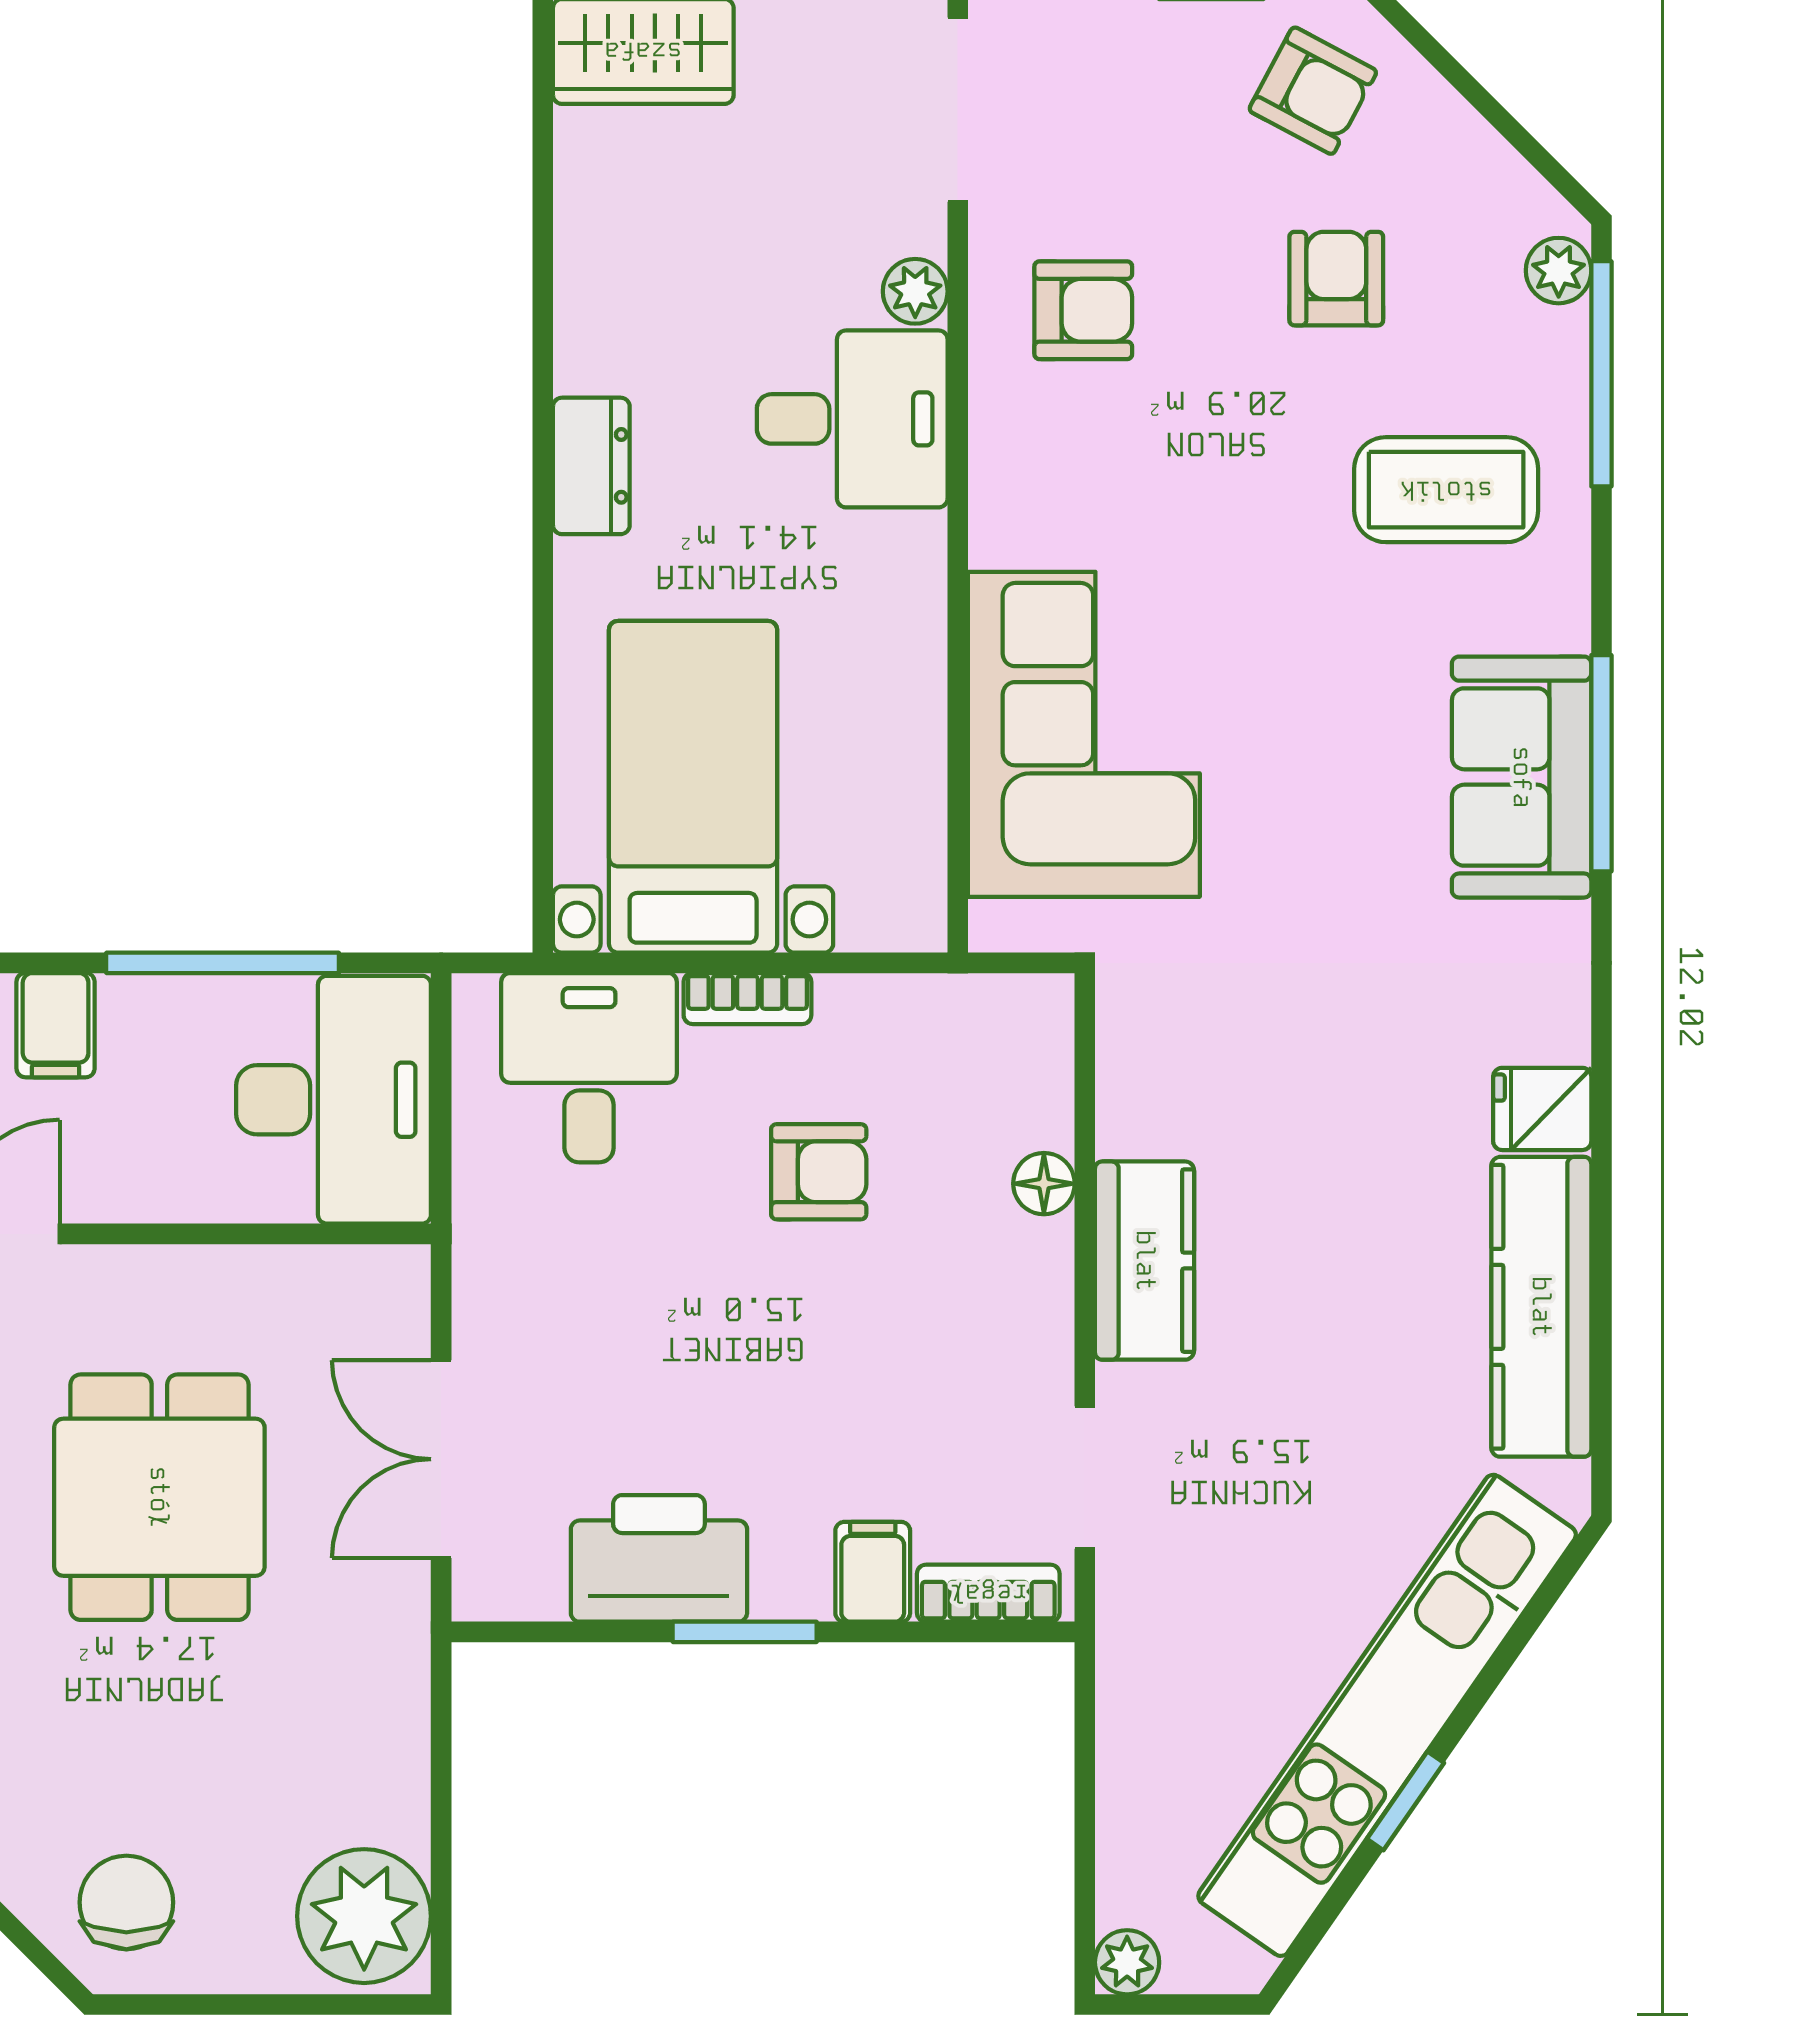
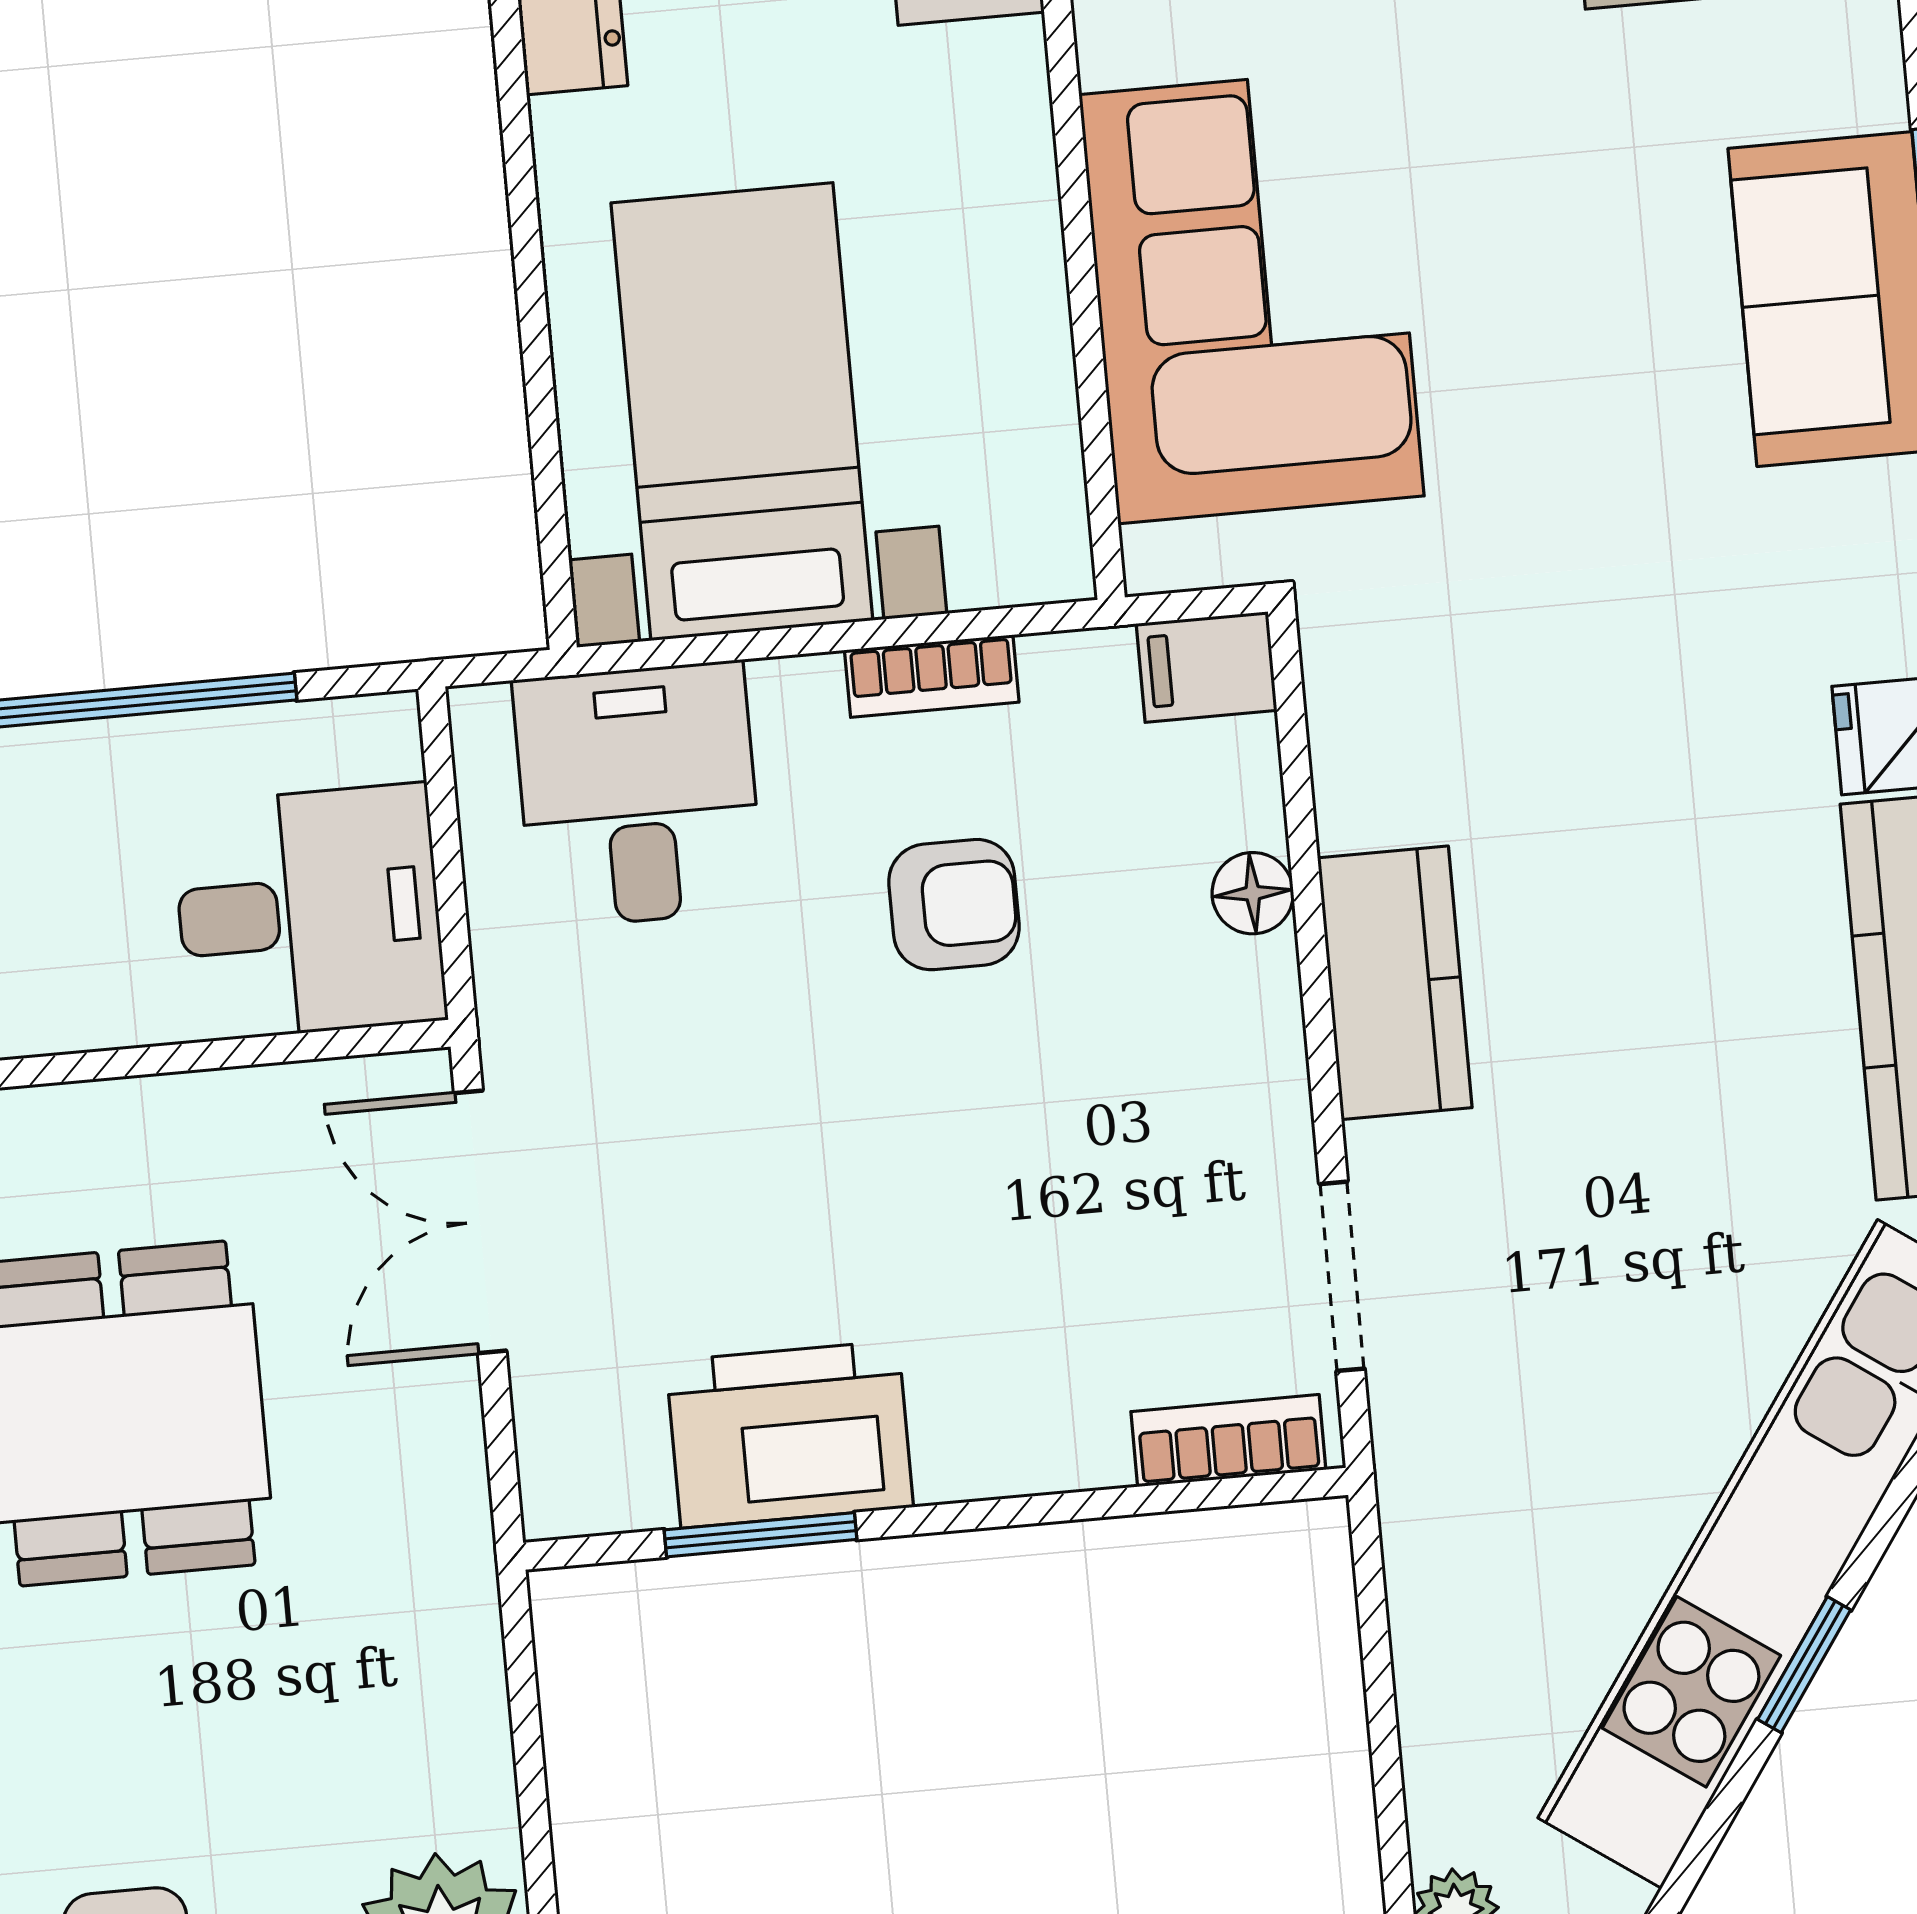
bookcase: (747, 999) -> (932, 676), moved
desk: (334, 1100) -> (309, 912), width x0.73
double door: (441, 1459) -> (480, 1222), moved
filing cabinet: (873, 1572) -> (1207, 667), moved, turned -90
window: (745, 1632) -> (761, 1535), moved

